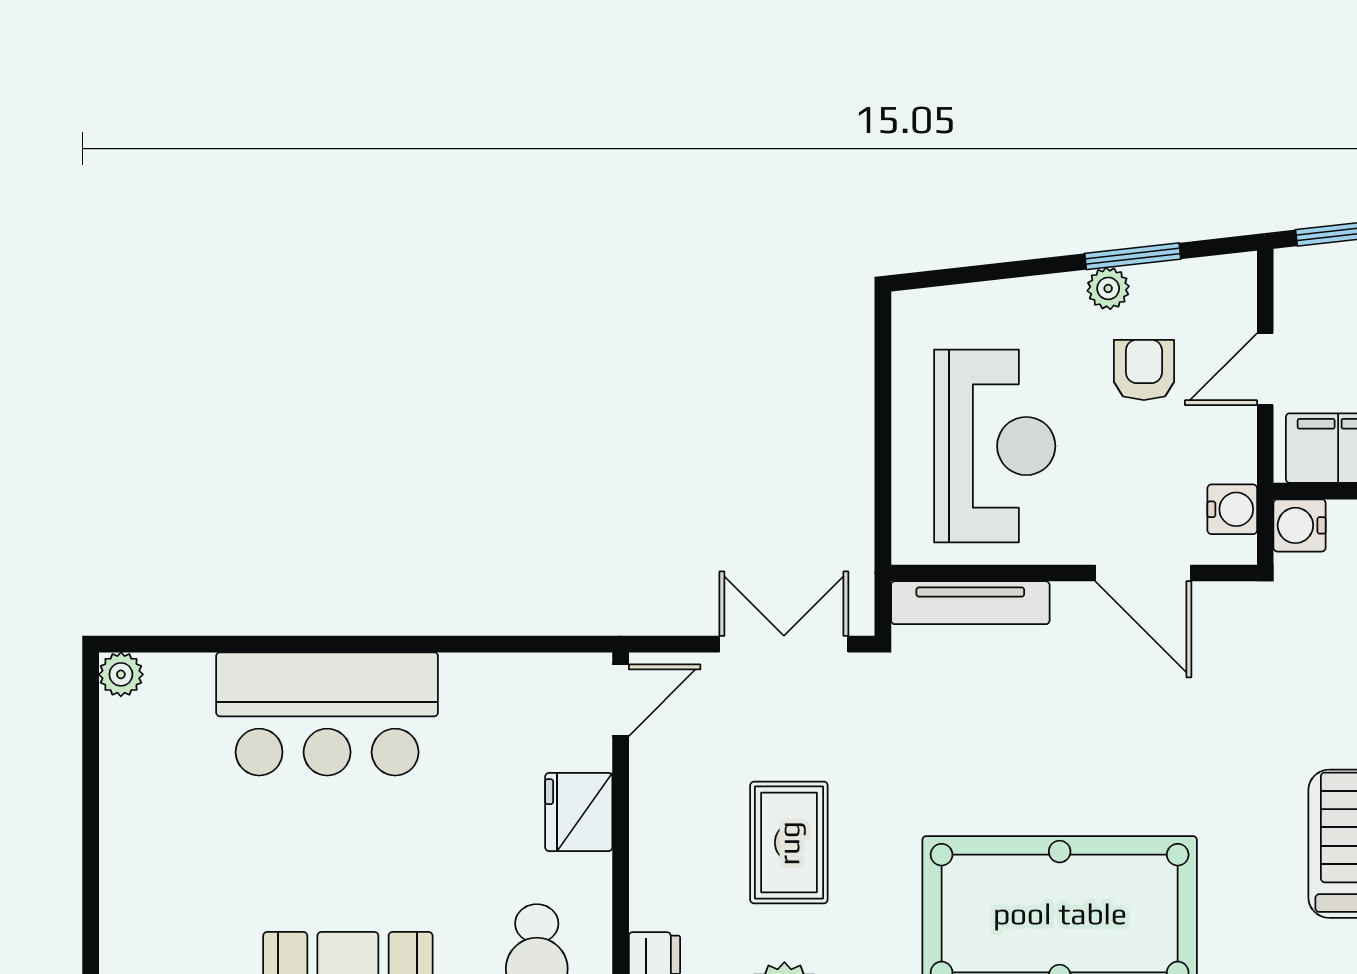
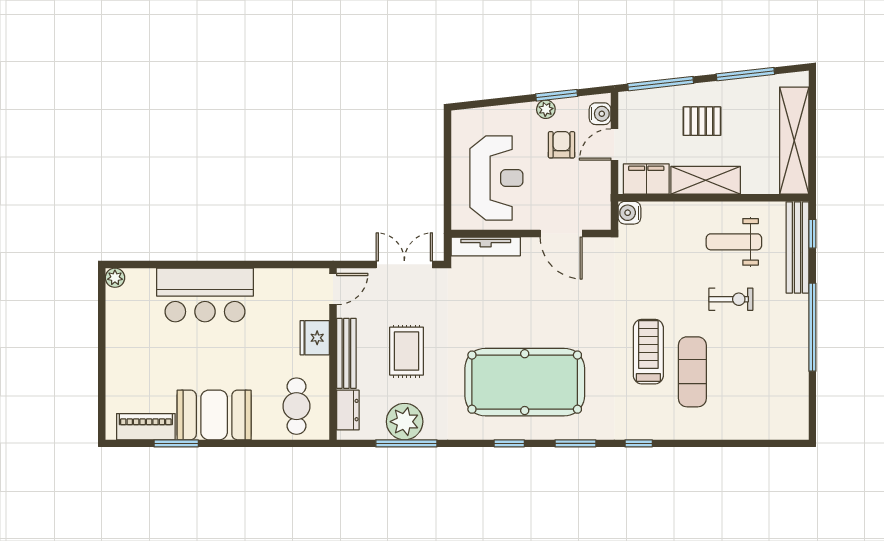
water cooler: (1232, 509) -> (600, 114), moved
bench: (651, 848) -> (346, 353), added

